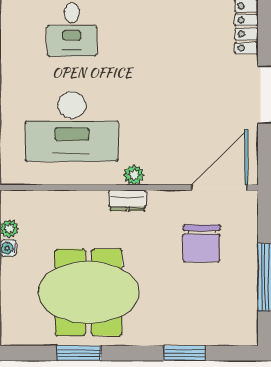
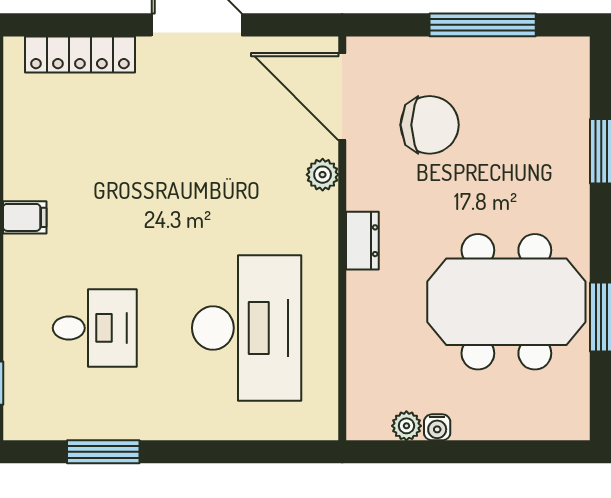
plant: (134, 175) -> (323, 175), moved
meeting table: (89, 292) -> (506, 302), turned 90

